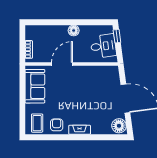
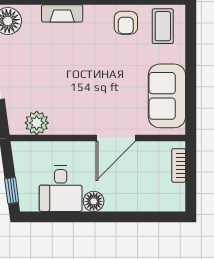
desk: (103, 46) -> (61, 189), moved, turned -82
plant: (104, 72) -> (37, 123), added
fireplace: (80, 130) -> (62, 13), moved

